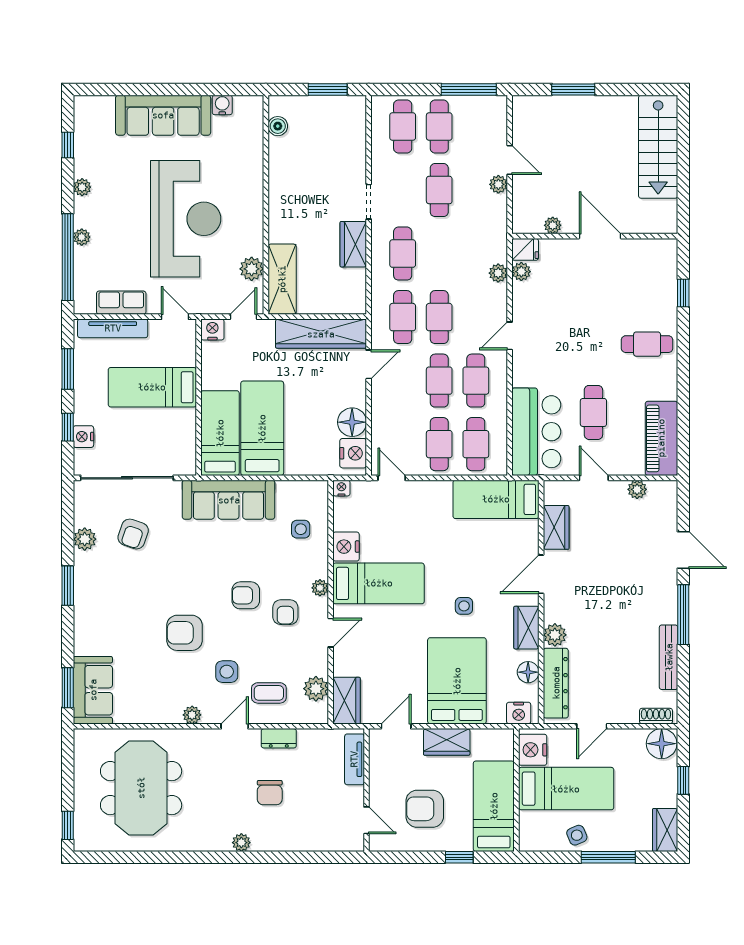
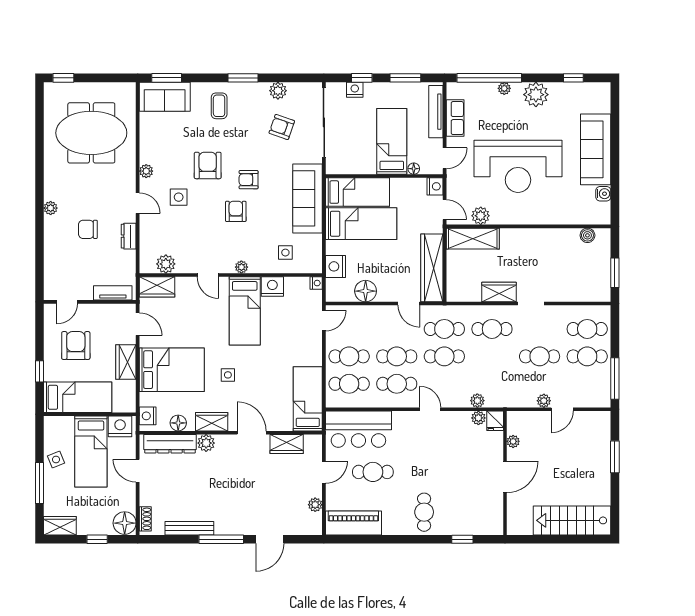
plant: (82, 187) -> (536, 95), width x1.88, depth x1.88
floor lamp: (189, 358) -> (414, 169), added
nightstand: (353, 453) -> (336, 266), moved, turned 90
armchair: (285, 612) -> (249, 180), moved
coffee table: (269, 693) -> (219, 106), moved

